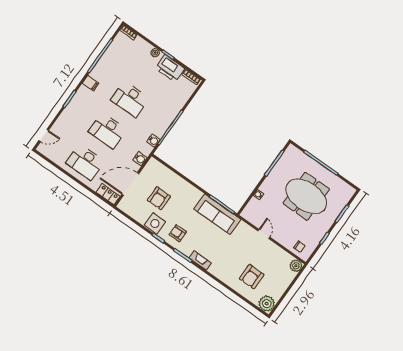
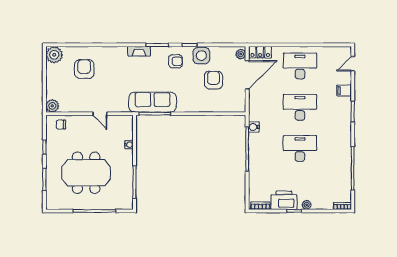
filing cabinet: (91, 83) -> (344, 90), moved
water cooler: (140, 159) -> (254, 103), removed
plant: (124, 203) -> (241, 54), added

